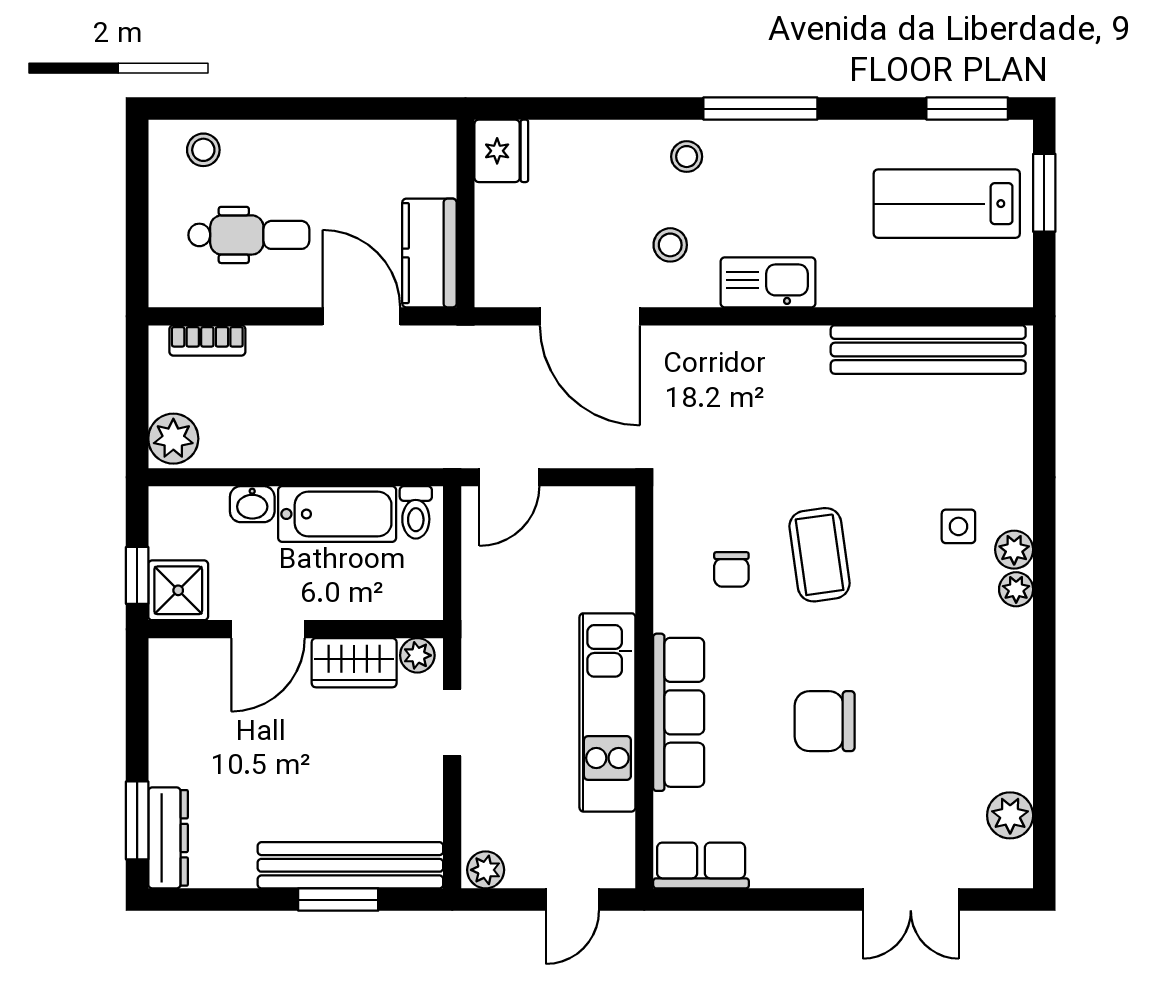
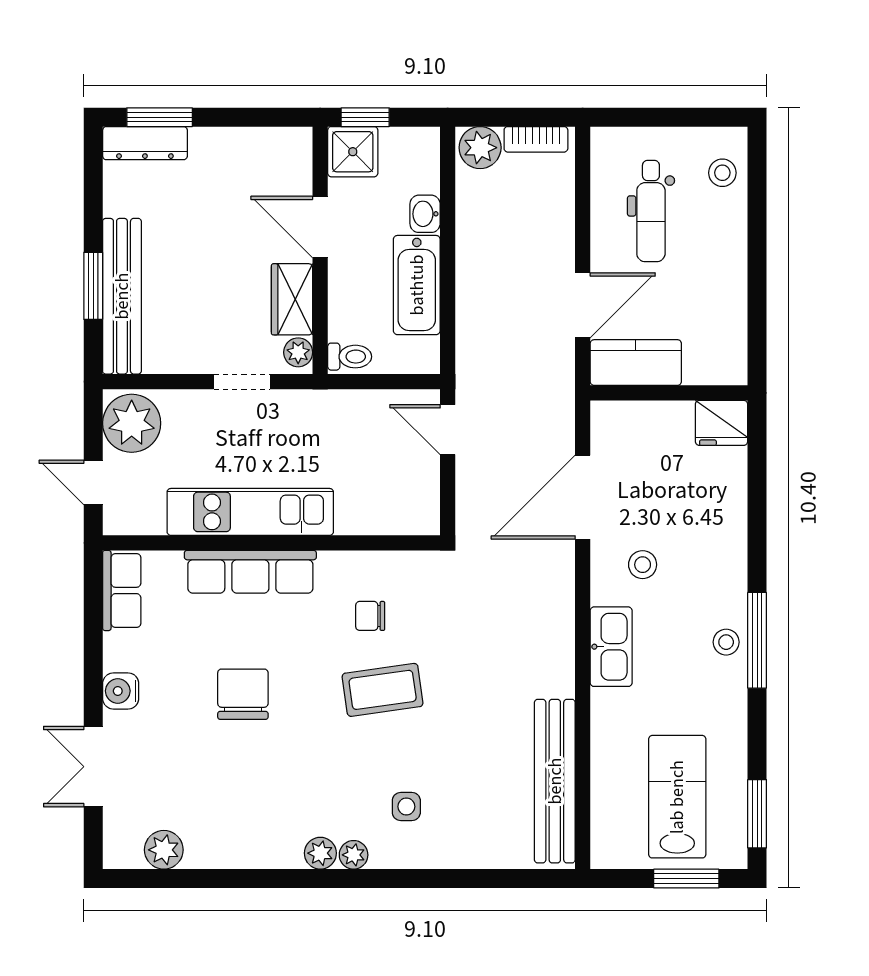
stool: (687, 157) -> (726, 642), moved
bookcase: (207, 340) -> (536, 139), moved, turned -90
toilet: (416, 512) -> (350, 357), moved, turned 180
plant: (1014, 550) -> (320, 853), moved
water cooler: (821, 867) -> (121, 691), added
plant: (486, 870) -> (132, 423), width x1.88, depth x1.88

